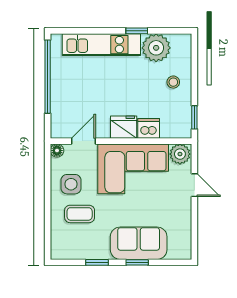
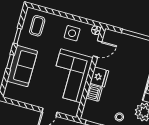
door: (83, 141) -> (97, 49), hinge flipped
plant: (180, 154) -> (72, 108), removed
coffee table: (80, 214) -> (37, 26), moved

